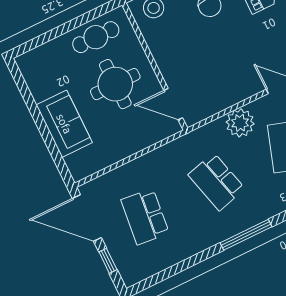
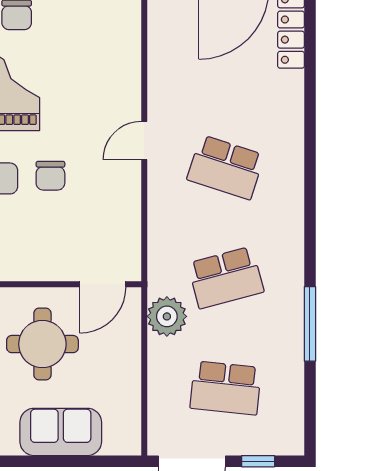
chair: (227, 36) -> (50, 176), added
plant: (240, 123) -> (167, 316), moved
window: (246, 235) -> (310, 324), moved

